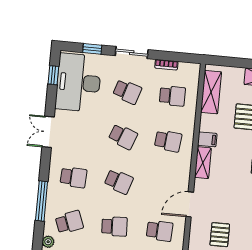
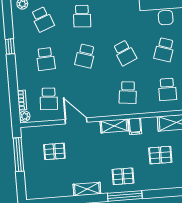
school desk: (123, 137) -> (125, 53), turned -45

